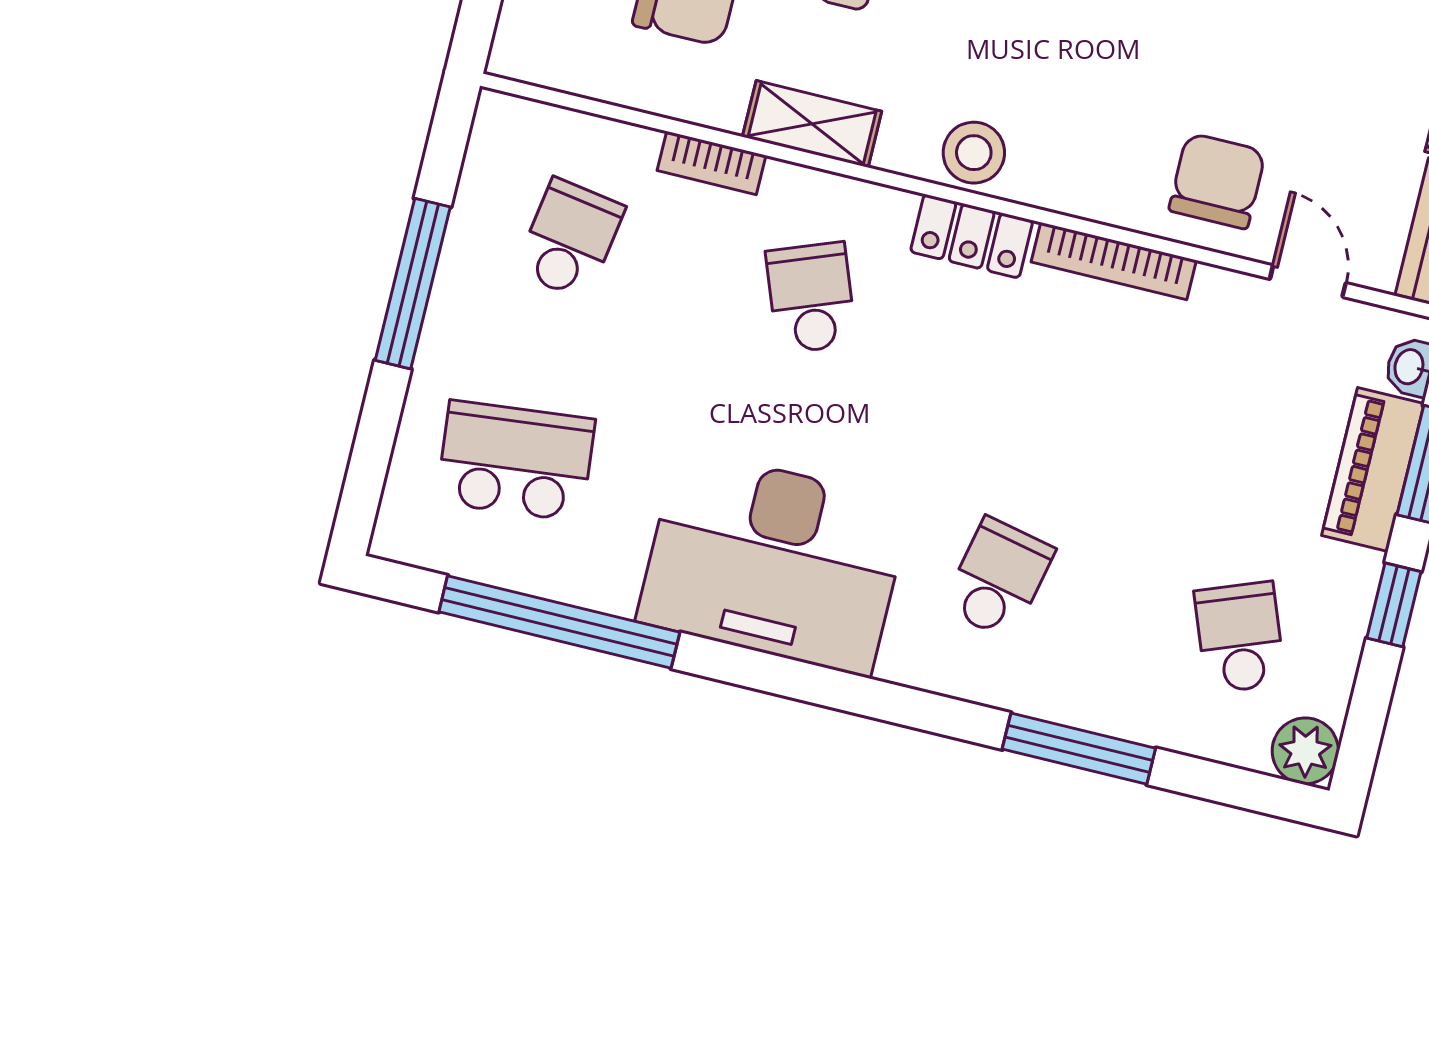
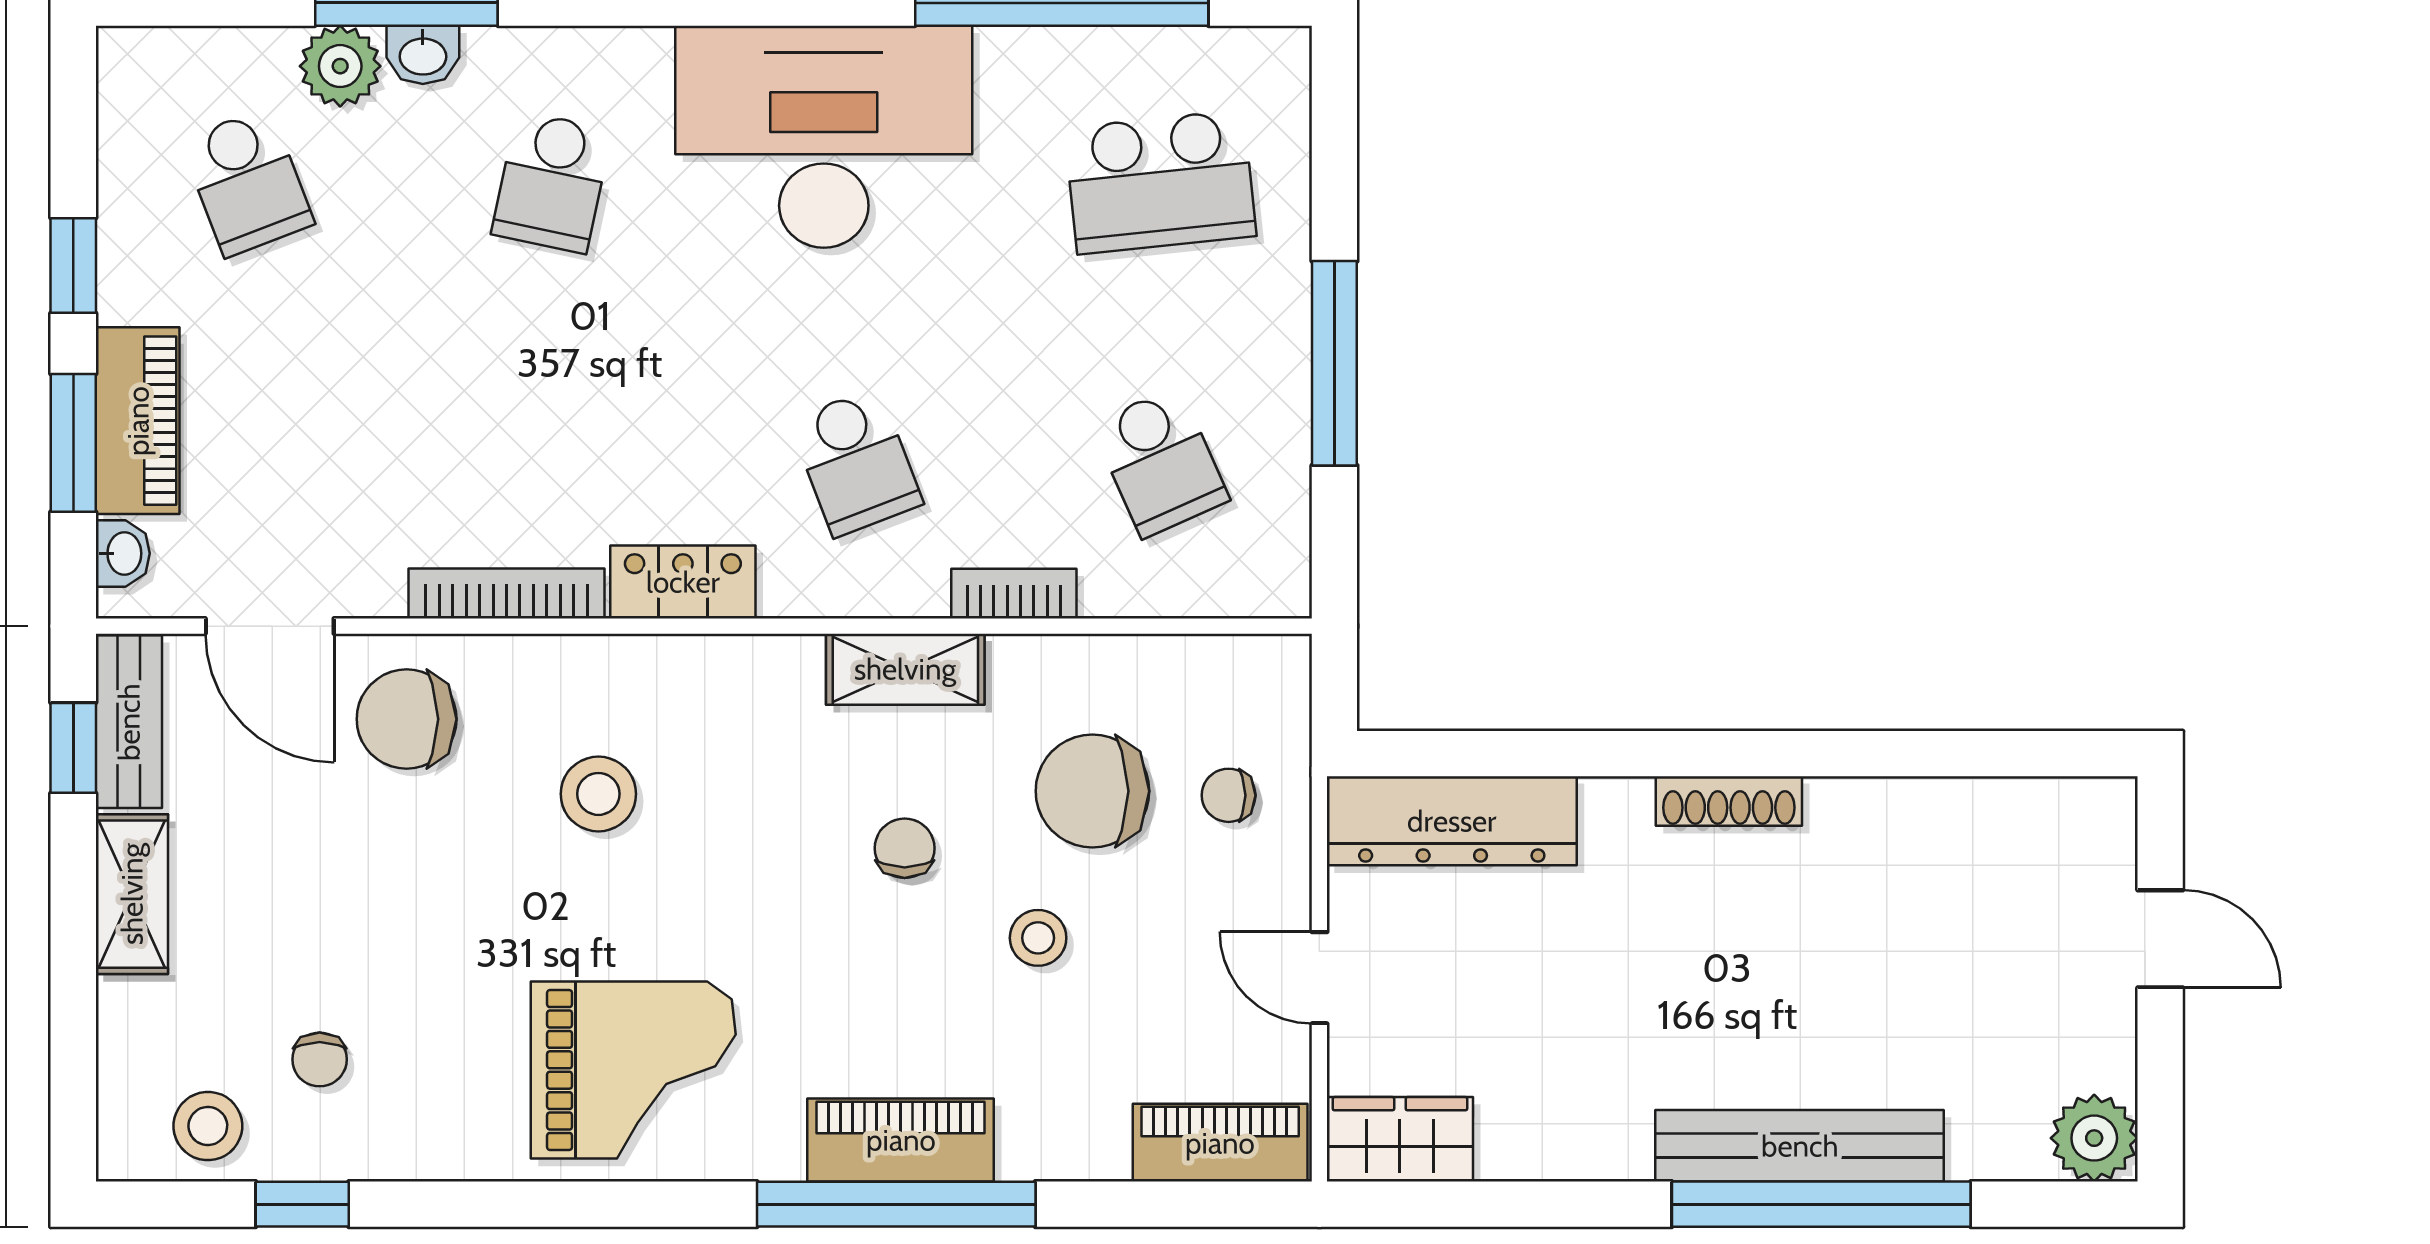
stool: (974, 153) -> (598, 794), moved
chair: (1217, 181) -> (407, 719), turned 90
school desk: (570, 239) -> (1160, 462), turned -33
door: (1308, 281) -> (270, 626), width x1.38
washbasin: (1076, 704) -> (423, 55), added
plant: (1305, 751) -> (340, 66), moved

